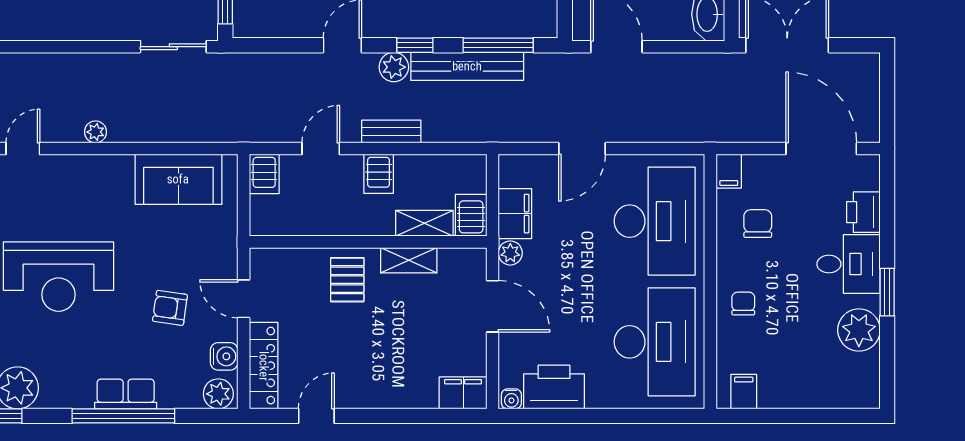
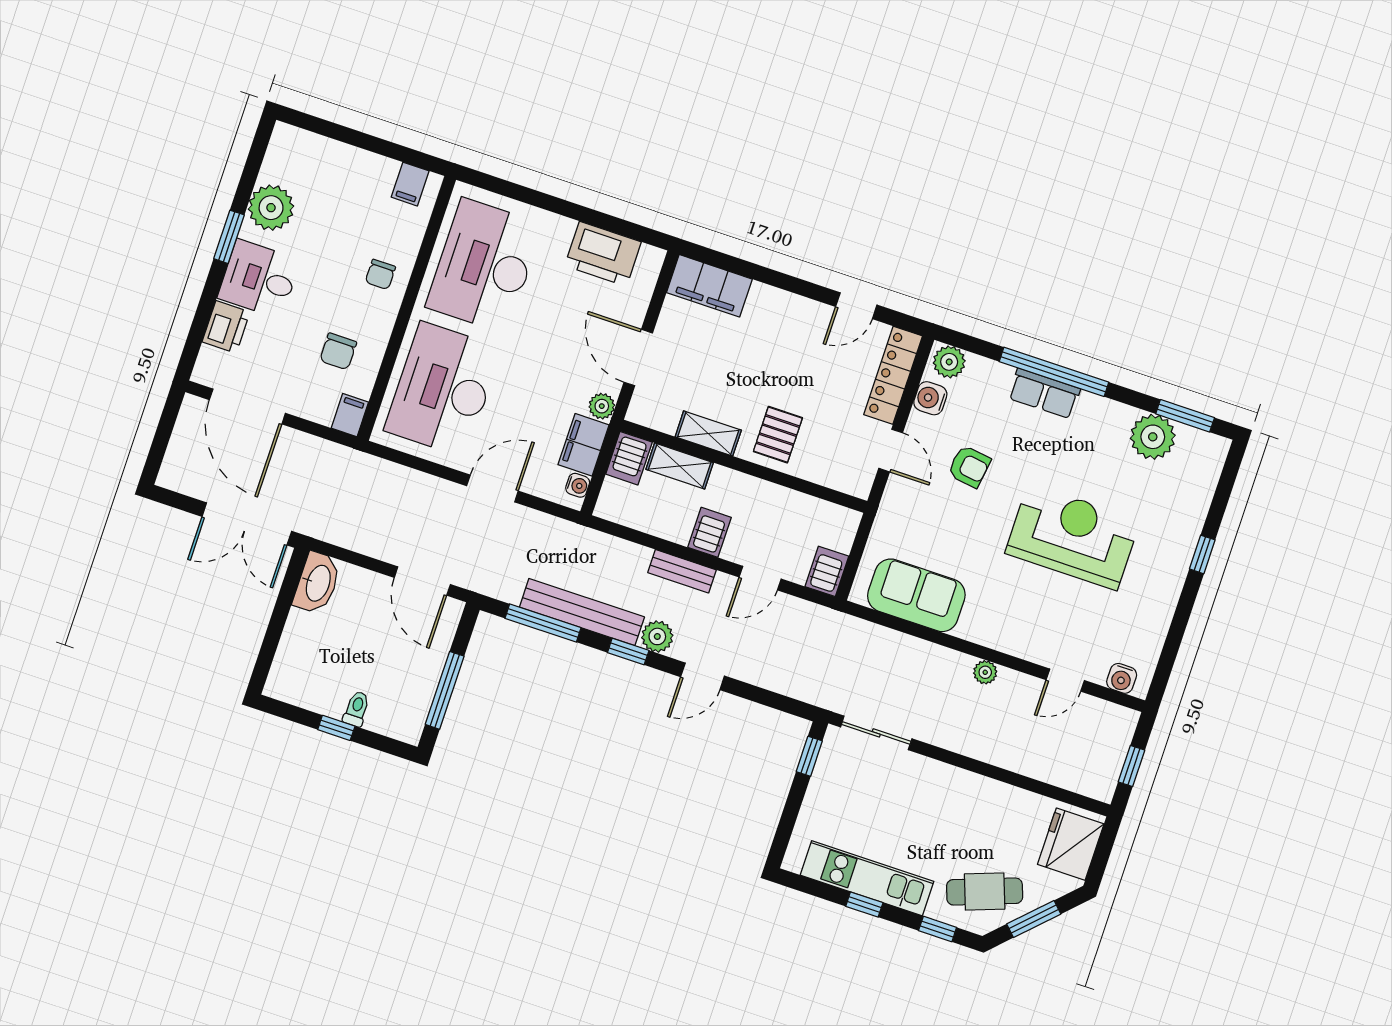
filing cabinet: (463, 393) -> (709, 286), width x1.50, depth x1.17
water cooler: (511, 399) -> (578, 485), moved, turned 90

